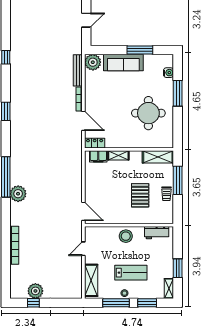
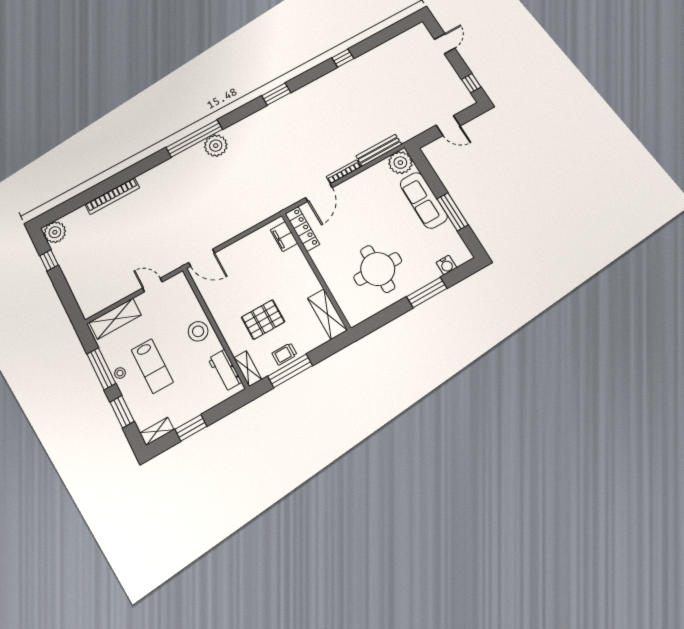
locker: (95, 143) -> (302, 229), width x1.53
shelving: (118, 155) -> (248, 369), moved
window: (178, 180) -> (290, 371), moved
plant: (18, 194) -> (216, 146), moved
door: (83, 211) -> (202, 258), hinge flipped
plant: (35, 291) -> (55, 232), moved

